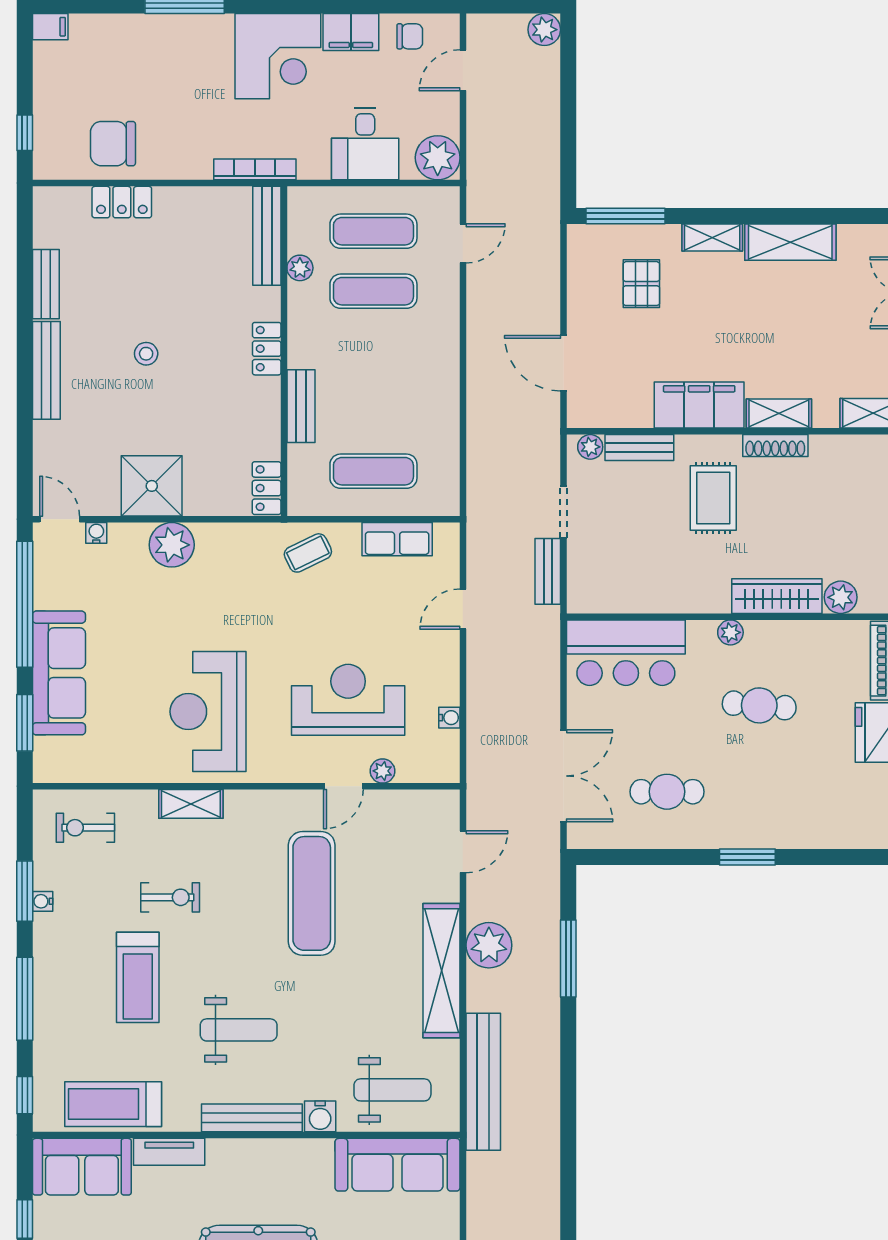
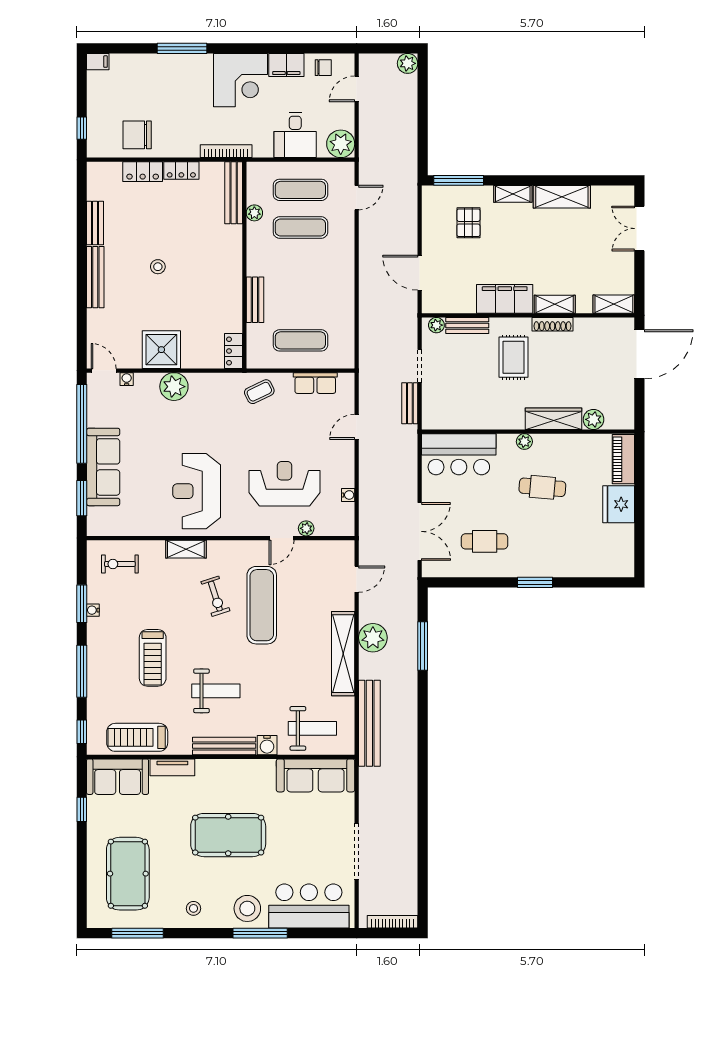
locker: (267, 349) -> (181, 170), moved, turned -90
exercise bike: (170, 897) -> (215, 596), moved, turned 72

